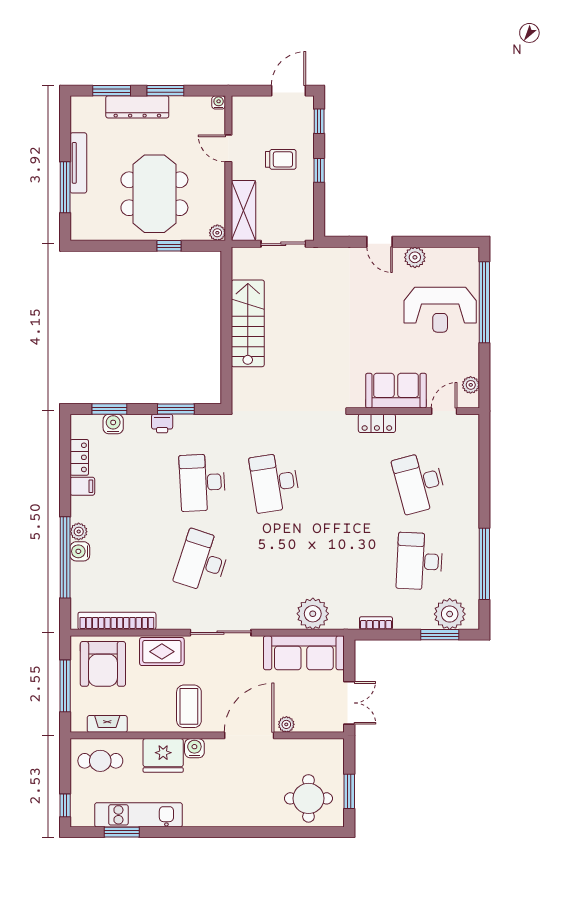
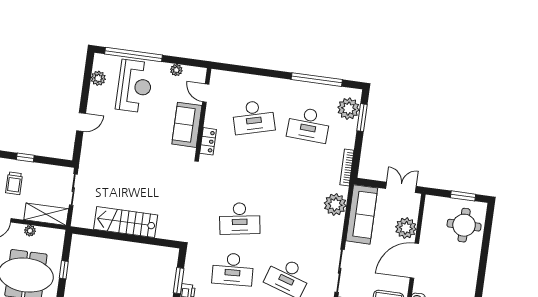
trolley: (281, 159) -> (14, 183), turned 180
plant: (217, 233) -> (30, 231), moved
plant: (415, 257) -> (98, 78), moved
plant: (471, 385) -> (176, 70), moved
bookcase: (376, 623) -> (347, 168), width x1.56
plant: (286, 724) -> (406, 228), width x1.88, depth x1.88
door: (249, 735) -> (414, 261), hinge flipped

